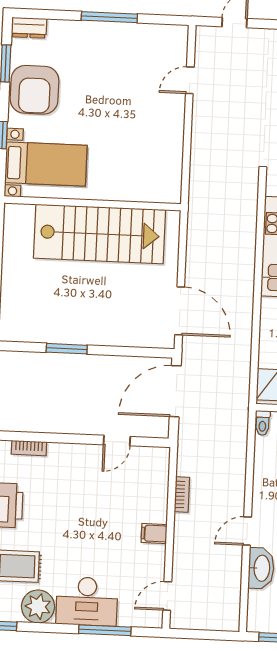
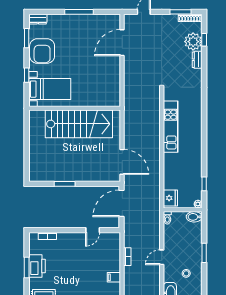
door: (190, 80) -> (122, 43), width x1.88
door: (247, 531) -> (162, 257), moved

